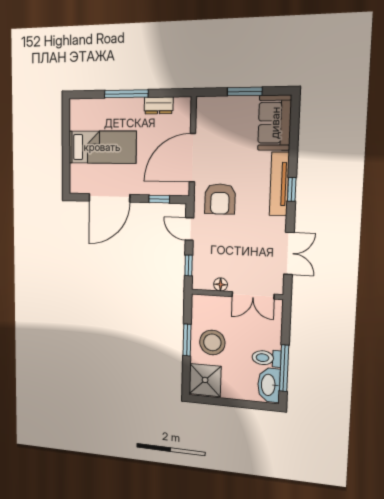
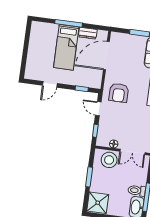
bed: (102, 147) -> (66, 47), moved, turned 90
door: (192, 158) -> (106, 56), moved
door: (109, 198) -> (50, 84), width x0.53
stool: (212, 342) -> (109, 160), moved

